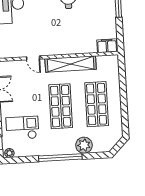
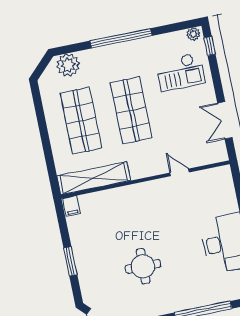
filing cabinet: (107, 46) -> (72, 206), width x0.50
shelving: (71, 64) -> (94, 178), moved
plant: (84, 145) -> (68, 65), moved

